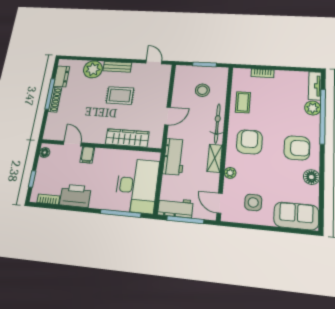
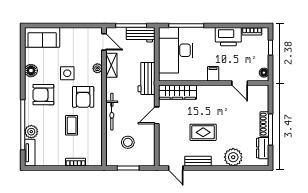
bench: (117, 67) -> (198, 161), moved
coffee table: (243, 102) -> (72, 125), moved
wardrobe: (127, 138) -> (177, 92), moved
filing cabinet: (87, 155) -> (213, 74), moved
shelving: (215, 158) -> (111, 65), moved
side table: (253, 202) -> (67, 73), moved

